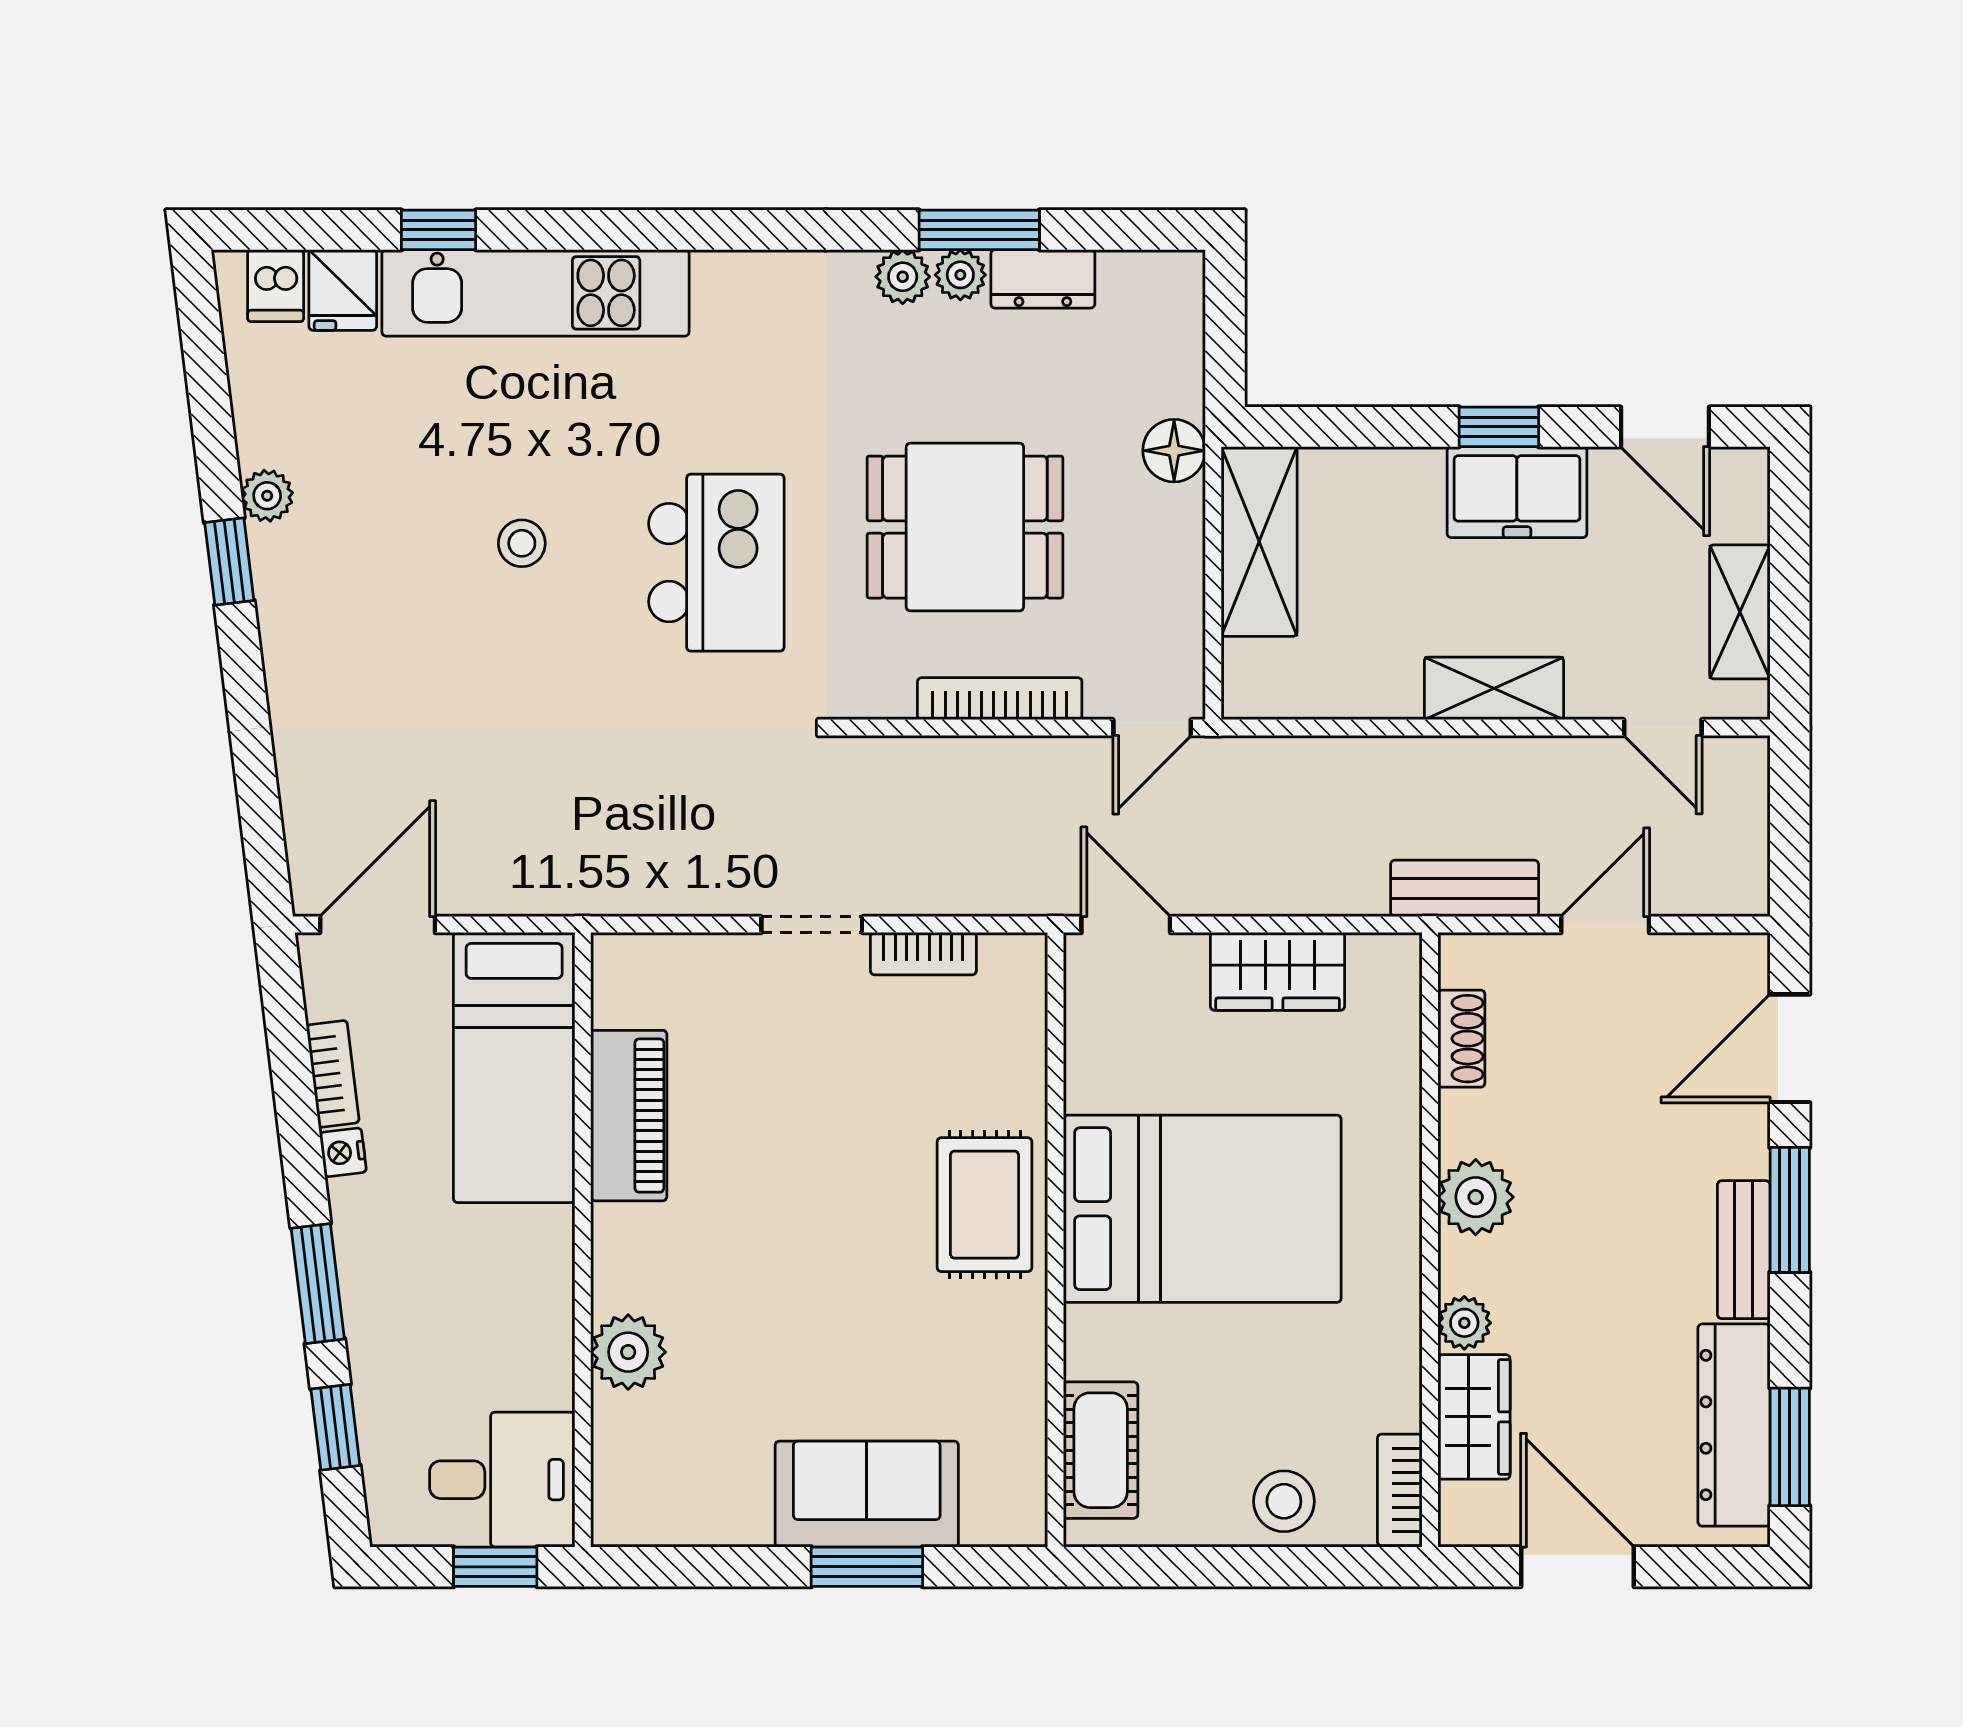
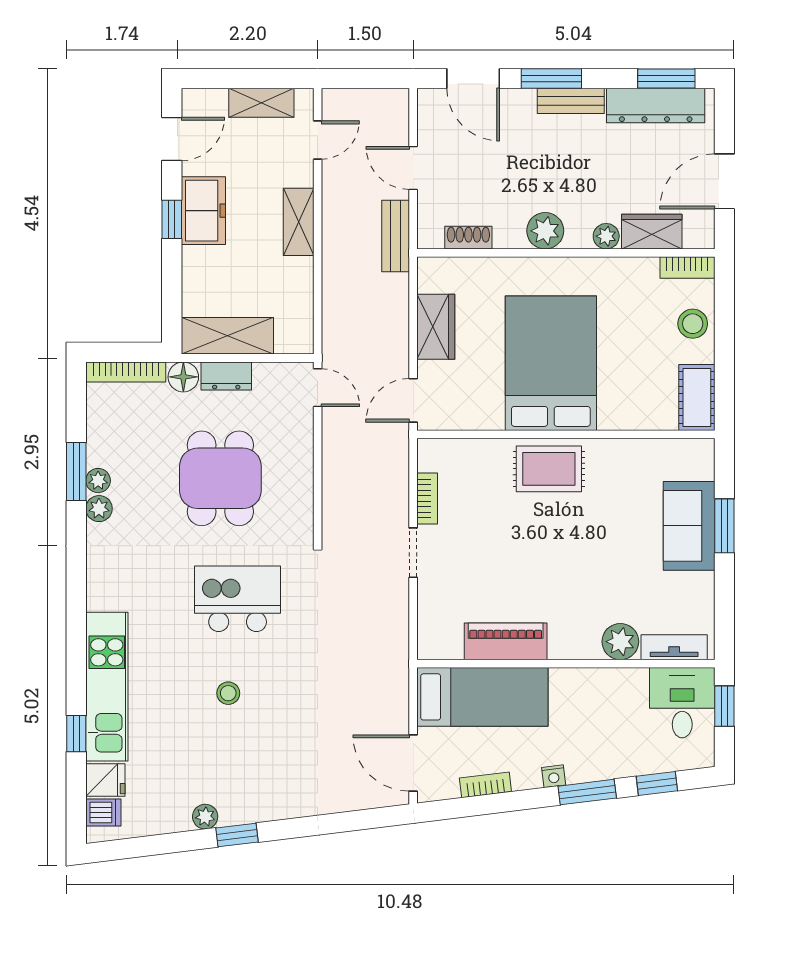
dresser: (1043, 279) -> (226, 376), moved, turned 90
bookcase: (1000, 699) -> (126, 372), moved, turned -90
nightstand: (343, 1152) -> (554, 776), moved
cot: (1101, 1450) -> (697, 397), moved, turned 90
tv unit: (617, 1463) -> (674, 647), added

